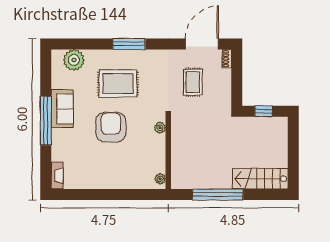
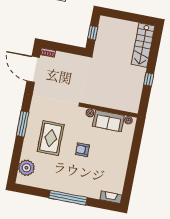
rug: (193, 82) -> (61, 82), removed
sofa: (62, 109) -> (108, 121), moved, turned 180
armchair: (111, 127) -> (82, 150), width x0.53, depth x0.53
window: (218, 195) -> (149, 79), width x0.32

